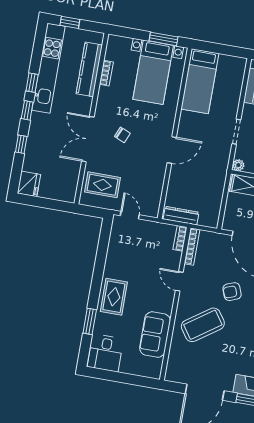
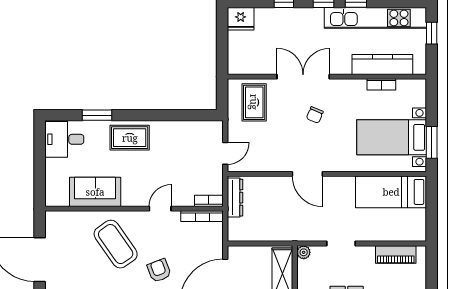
door: (130, 215) -> (225, 153), moved

